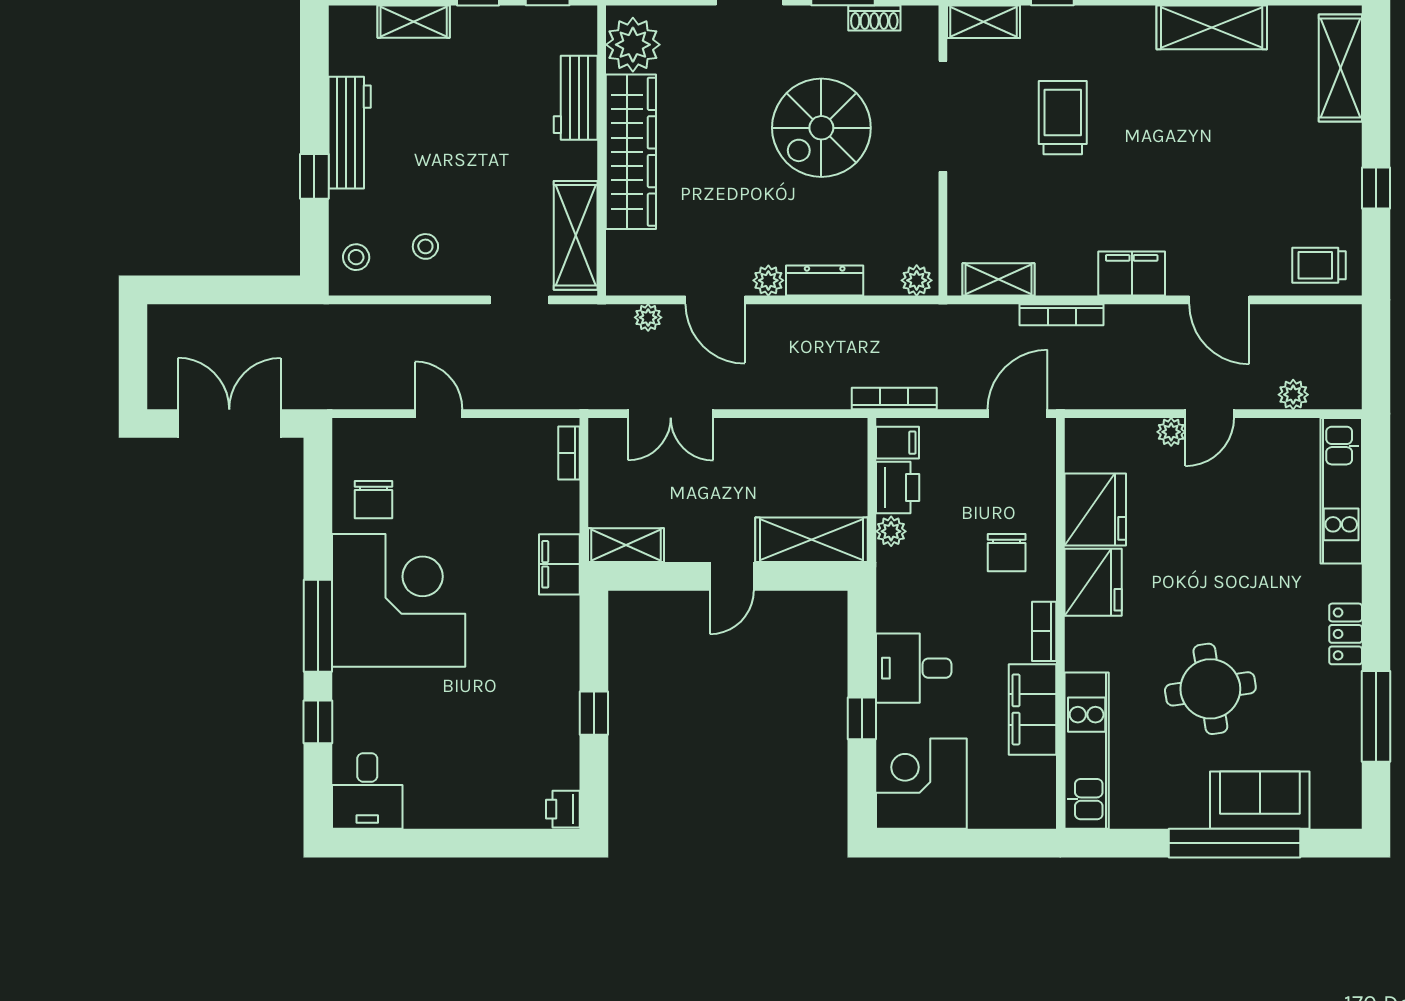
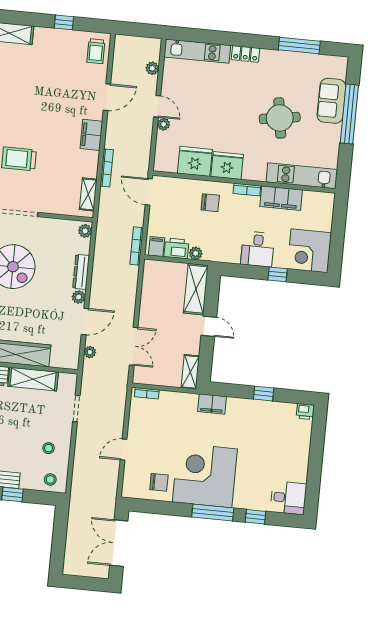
shelving: (576, 235) -> (33, 379), moved
filing cabinet: (559, 564) -> (212, 404), moved
locker: (1346, 634) -> (245, 54), moved

